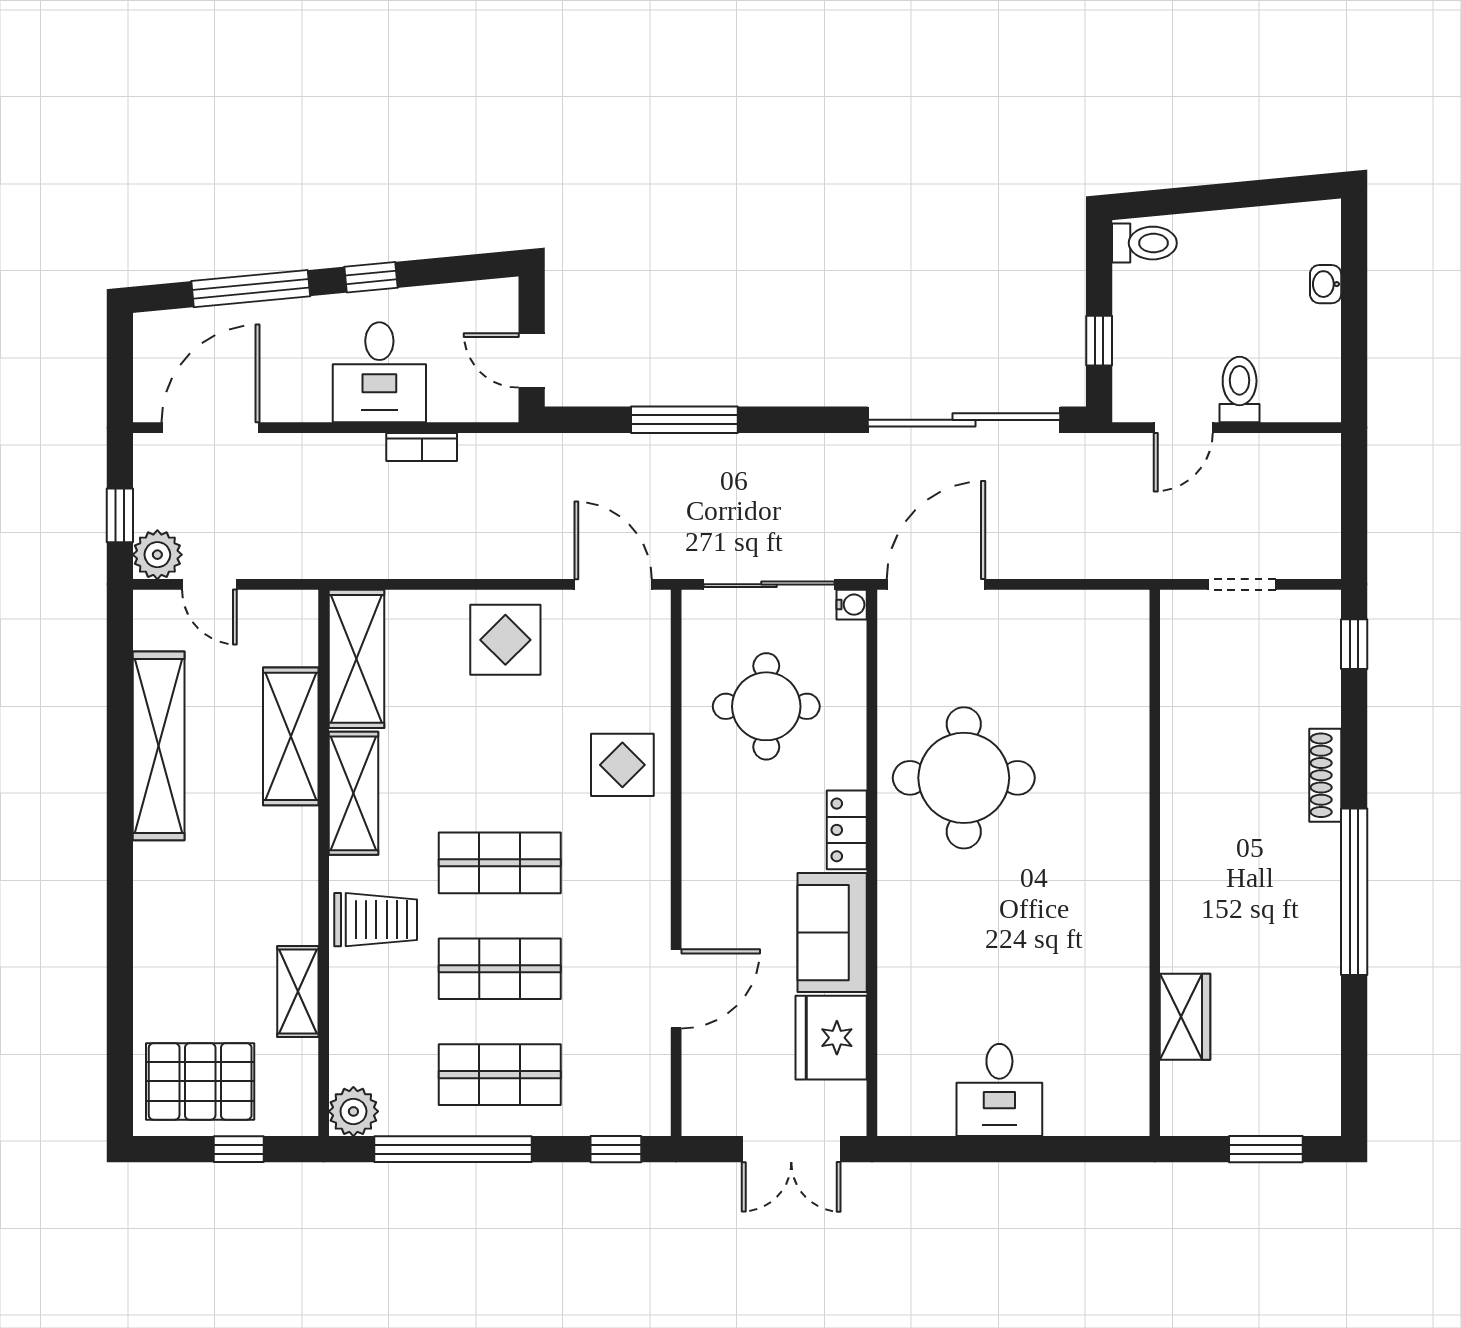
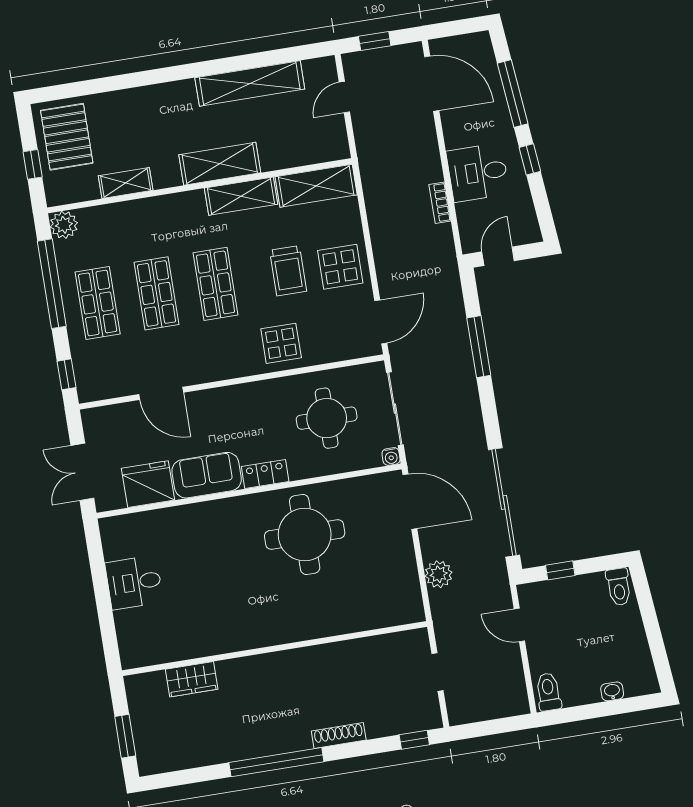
toilet: (1240, 390) -> (548, 692), moved, turned -90
plant: (157, 555) -> (439, 574), moved
shelving: (291, 736) -> (220, 164), moved
trolley: (376, 920) -> (288, 271), moved

